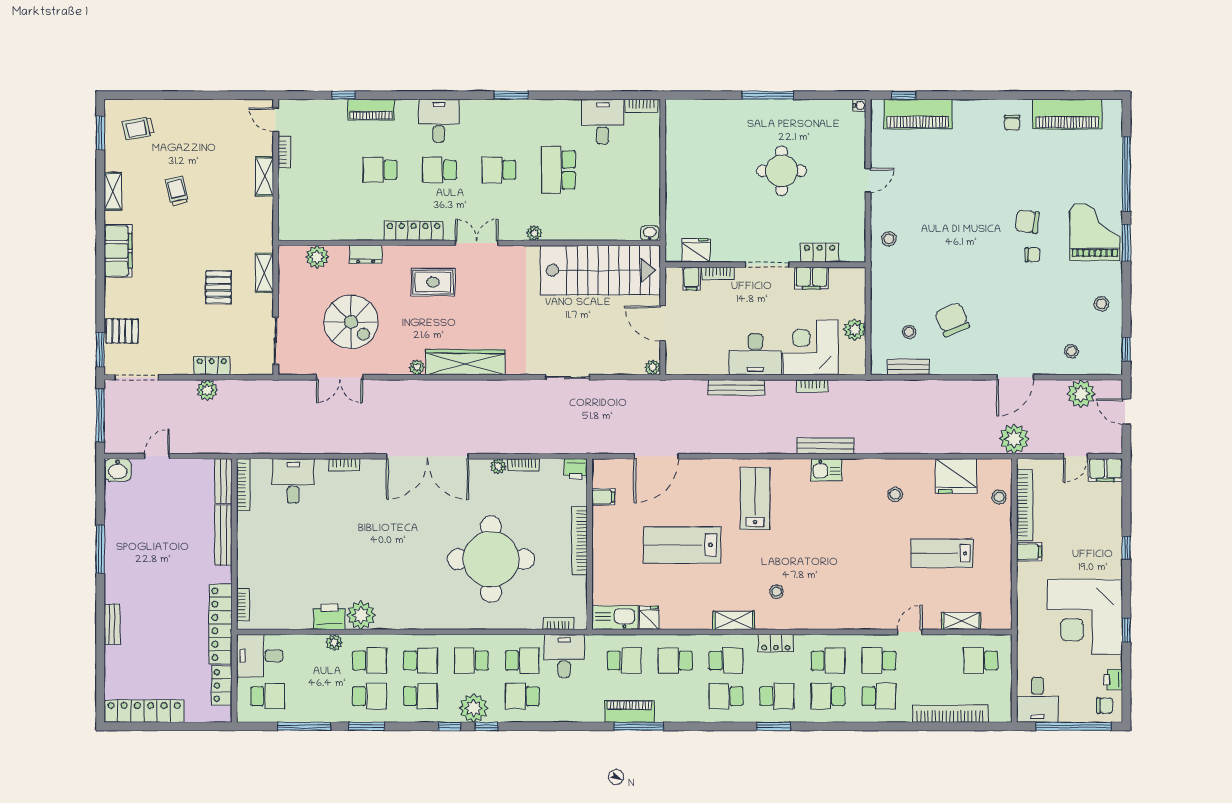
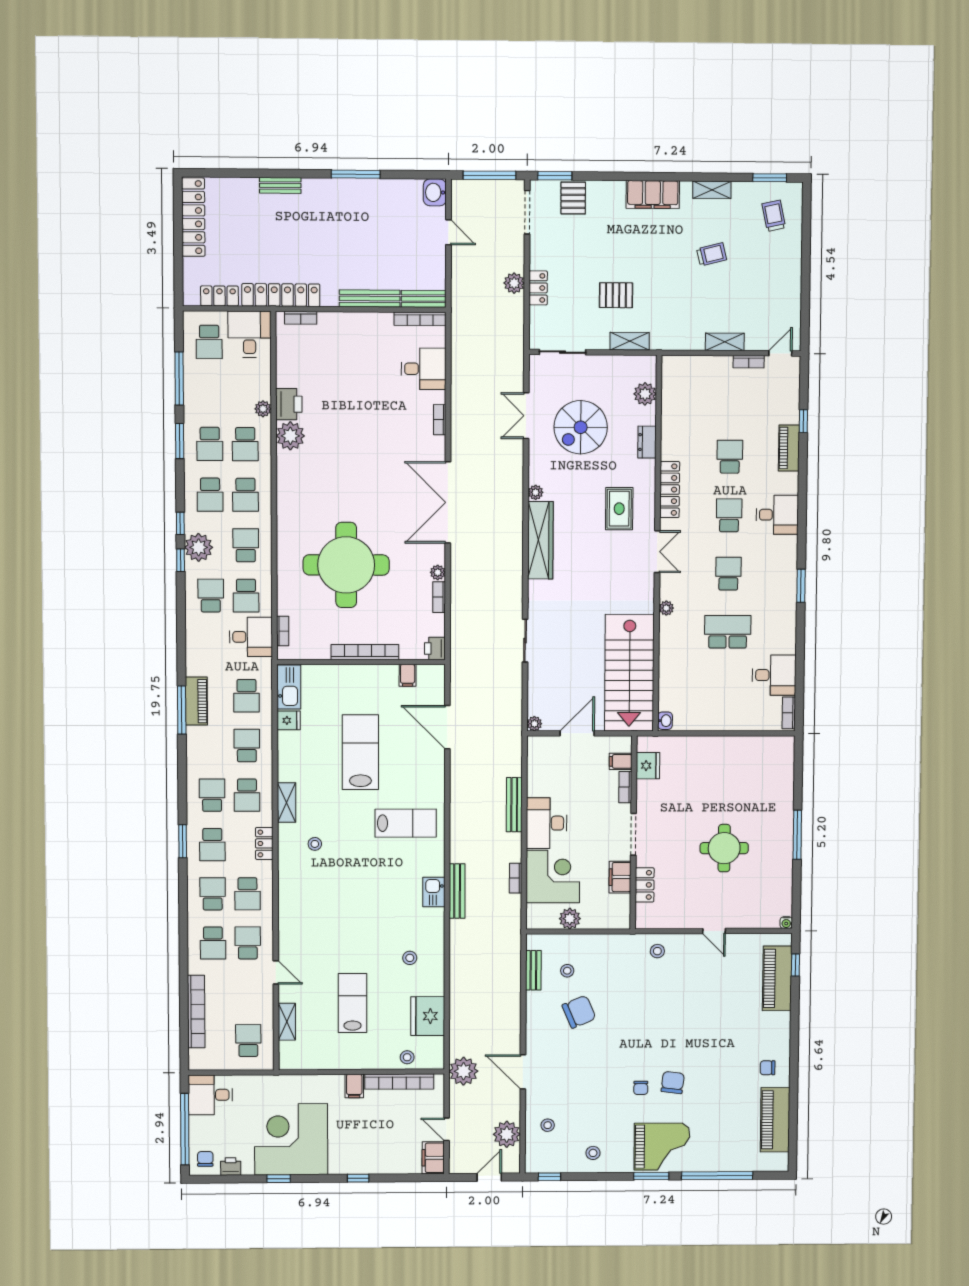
chair: (1105, 705) -> (205, 1159), turned 180

